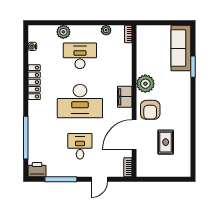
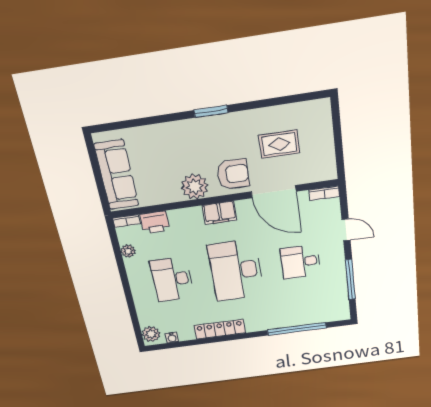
plant: (63, 32) -> (151, 334), moved
sofa: (181, 48) -> (117, 175), moved, turned -90
window: (193, 67) -> (211, 111), moved
desk: (80, 101) -> (236, 271), turned 180
printer: (37, 170) -> (155, 222), moved, turned -90

